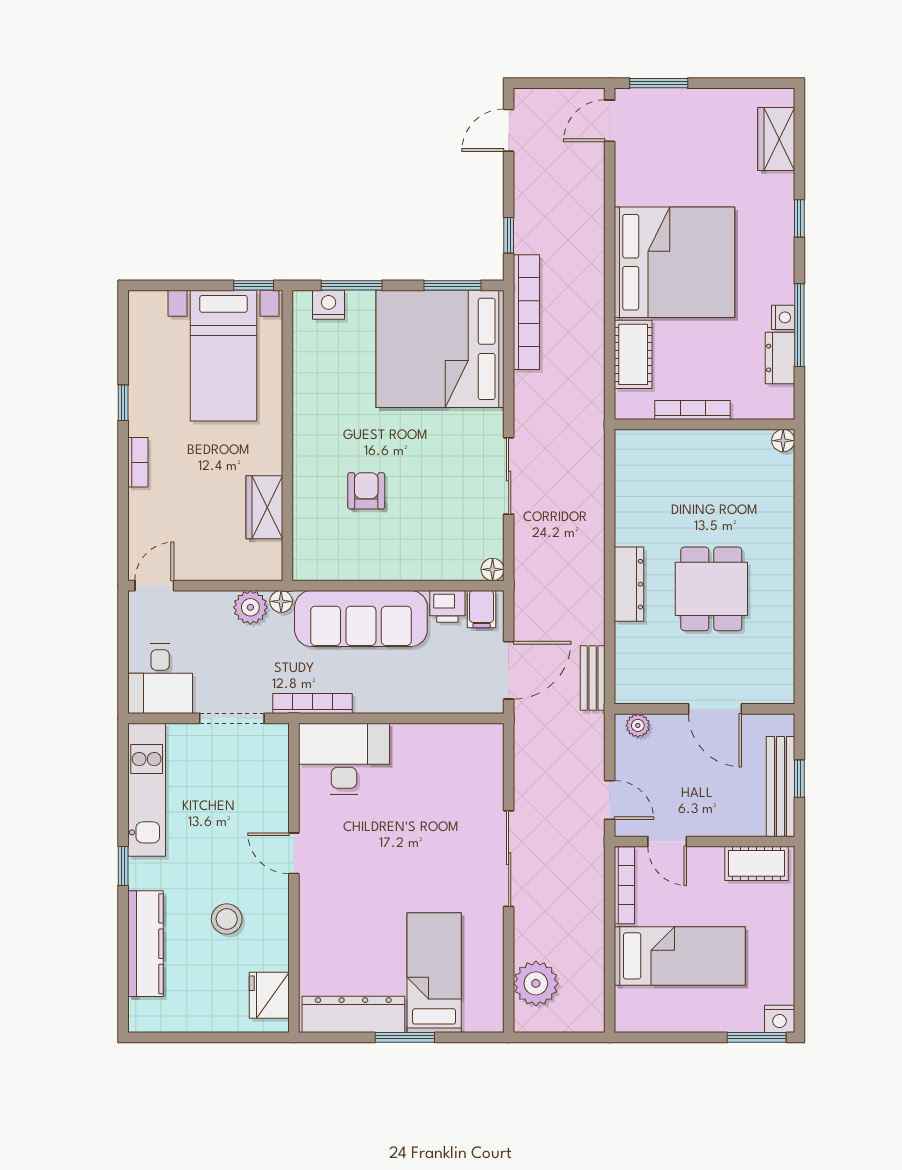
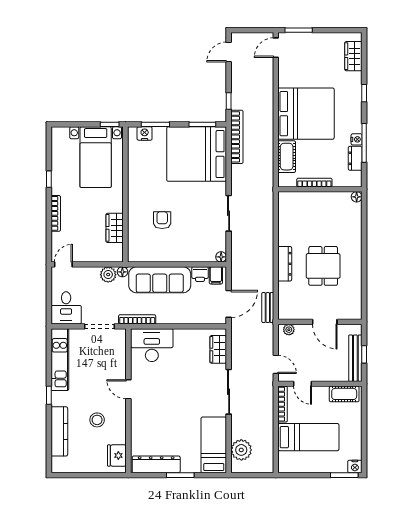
bookcase: (138, 462) -> (56, 213), width x1.56
wardrobe: (486, 768) -> (218, 349), added
bed: (434, 973) -> (214, 445), moved

